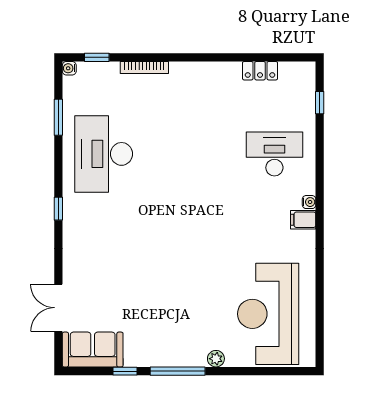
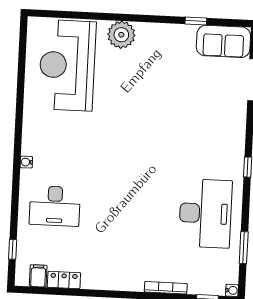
filing cabinet: (303, 220) -> (38, 276), moved, turned -90
reception desk: (268, 314) -> (67, 65), turned 180
plant: (216, 359) -> (121, 35), width x1.87, depth x1.87
window: (178, 371) -> (149, 19), removed

